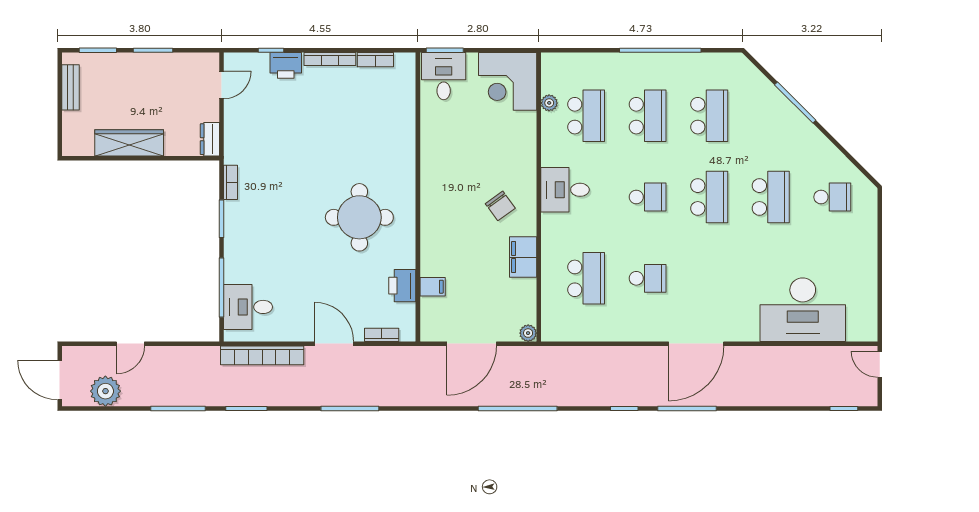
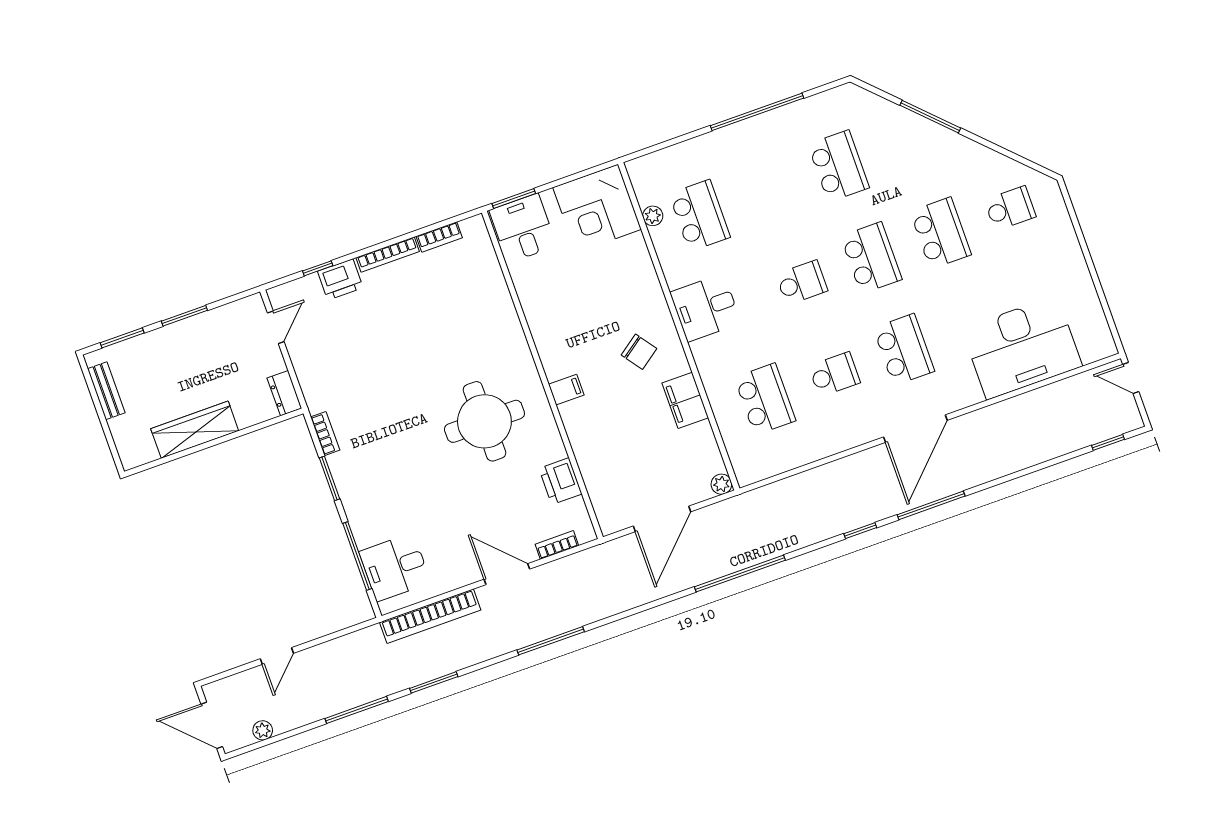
school desk: (648, 116) -> (904, 350), moved
filing cabinet: (433, 287) -> (566, 390), moved
plant: (105, 391) -> (263, 730), width x0.53, depth x0.53

